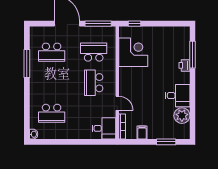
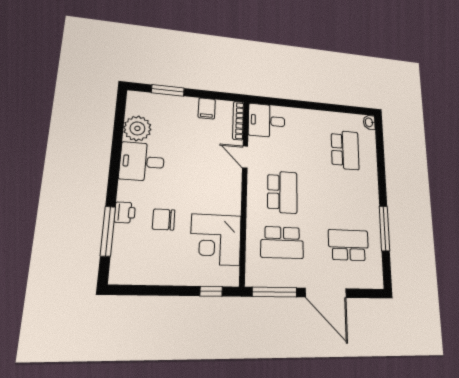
chair: (163, 63) -> (164, 220), added
school desk: (52, 113) -> (345, 150), turned 90

